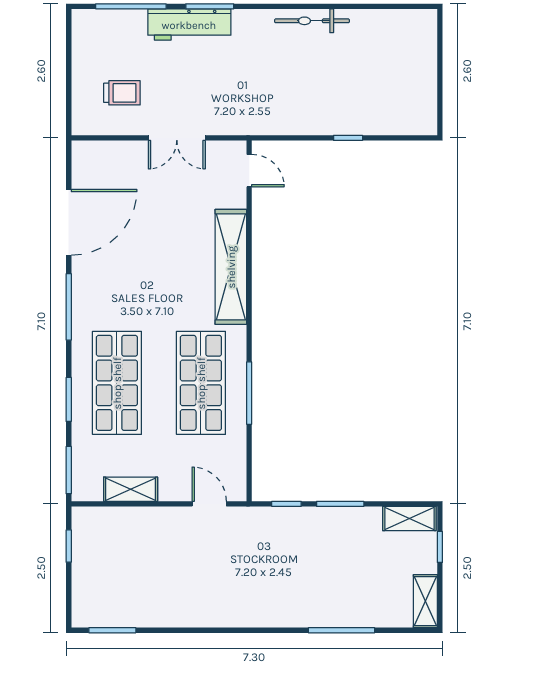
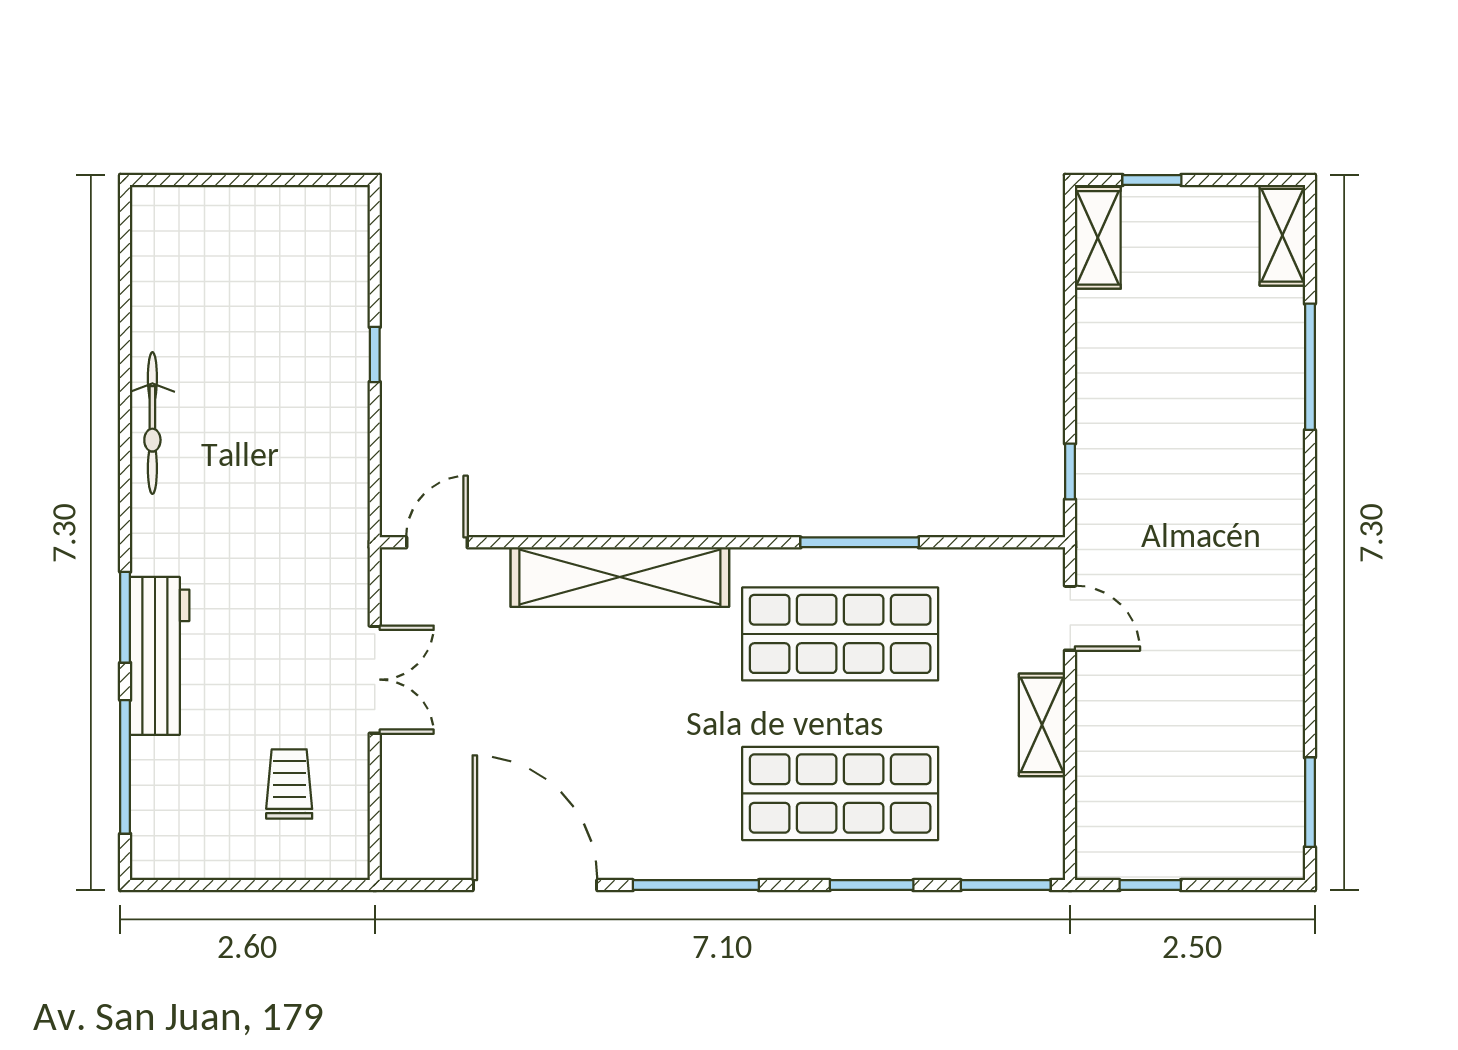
shelving: (131, 489) -> (1042, 725), moved
door: (209, 504) -> (1070, 618), swing flipped
window: (340, 504) -> (1070, 369), removed
shelving: (425, 601) -> (1282, 235), moved, turned 90

